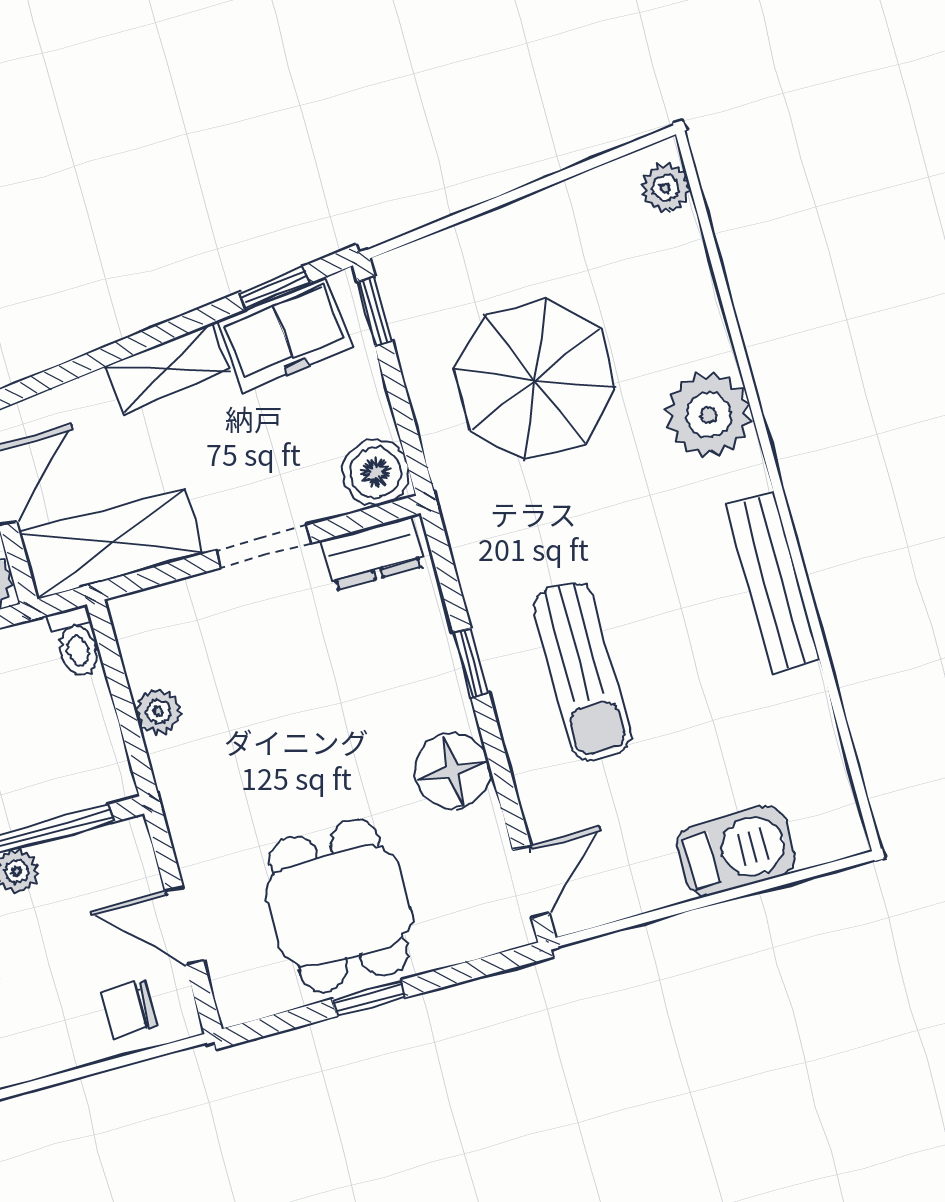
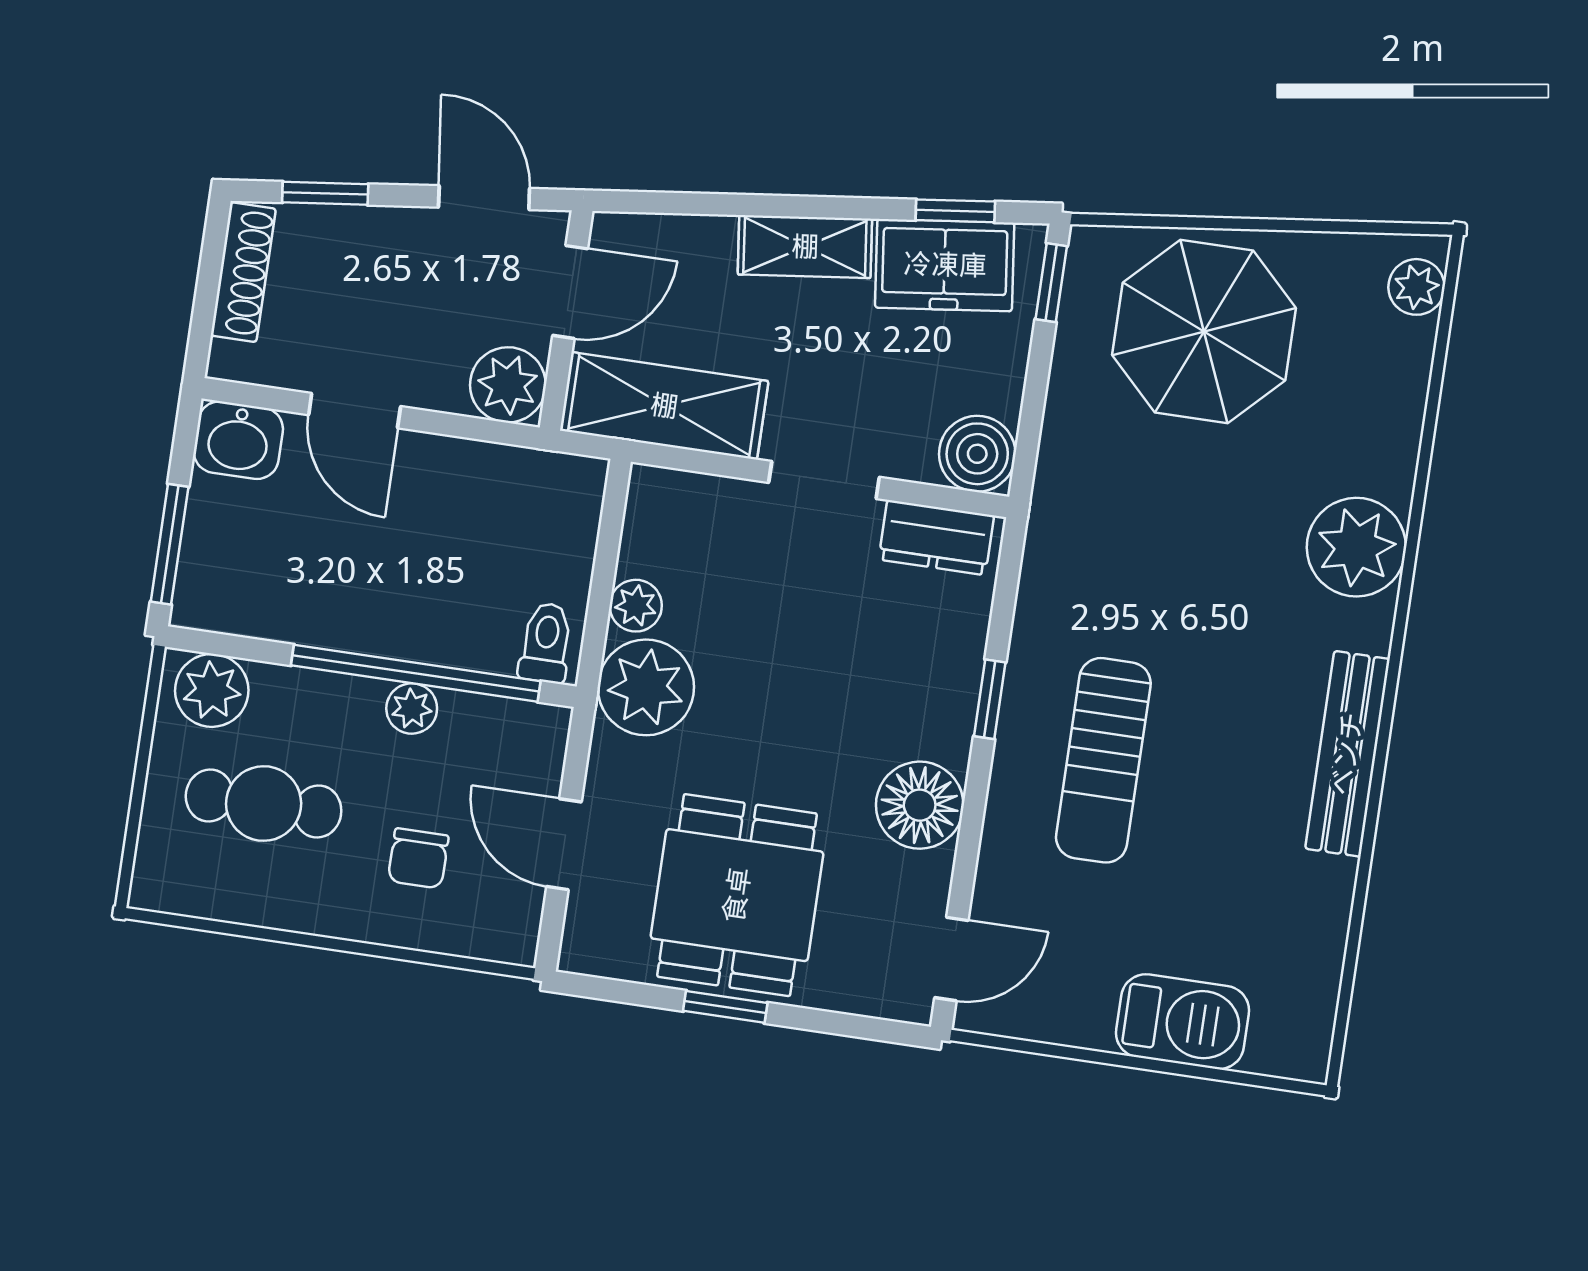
parasol: (535, 379) -> (1204, 331), moved
toilet: (76, 642) -> (546, 643), moved, turned 180
plant: (195, 773) -> (646, 687), added
chair: (129, 1009) -> (418, 858), moved, turned -90

